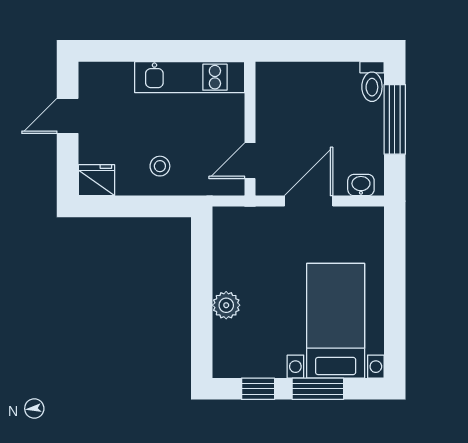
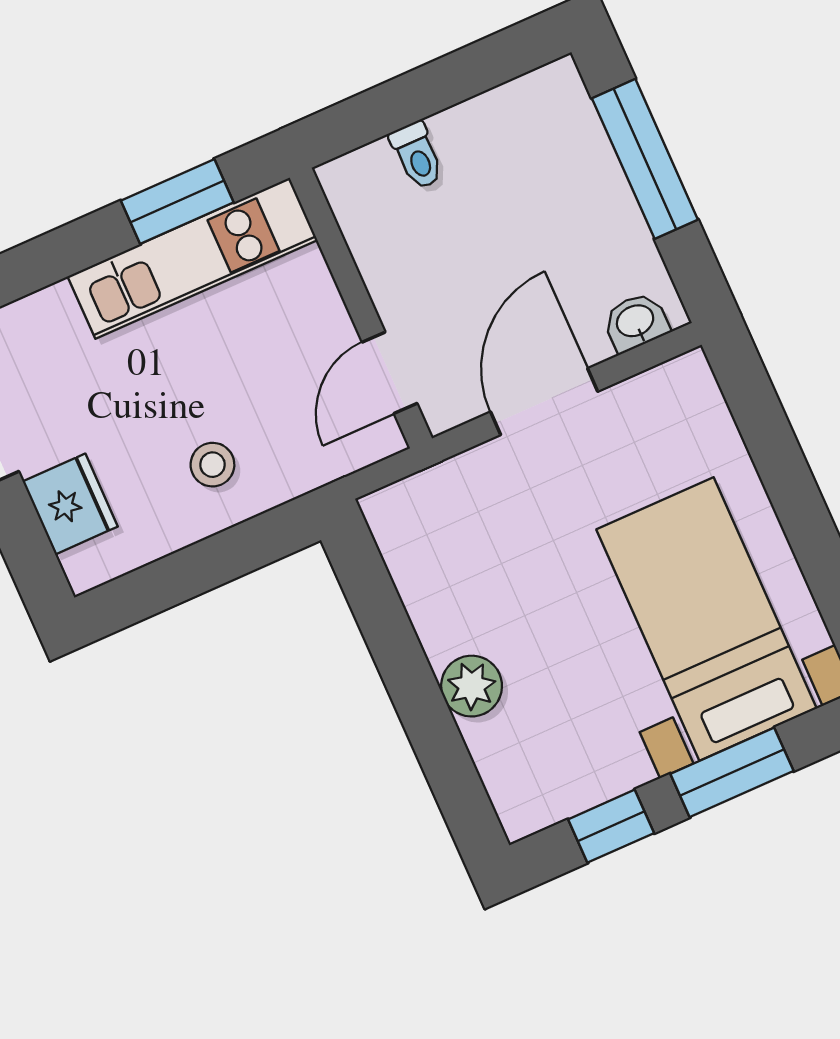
window: (194, 51) -> (177, 201), added
toilet: (372, 82) -> (417, 155), moved, width x0.73, depth x0.72
fridge: (96, 180) -> (70, 504), moved, turned 90

